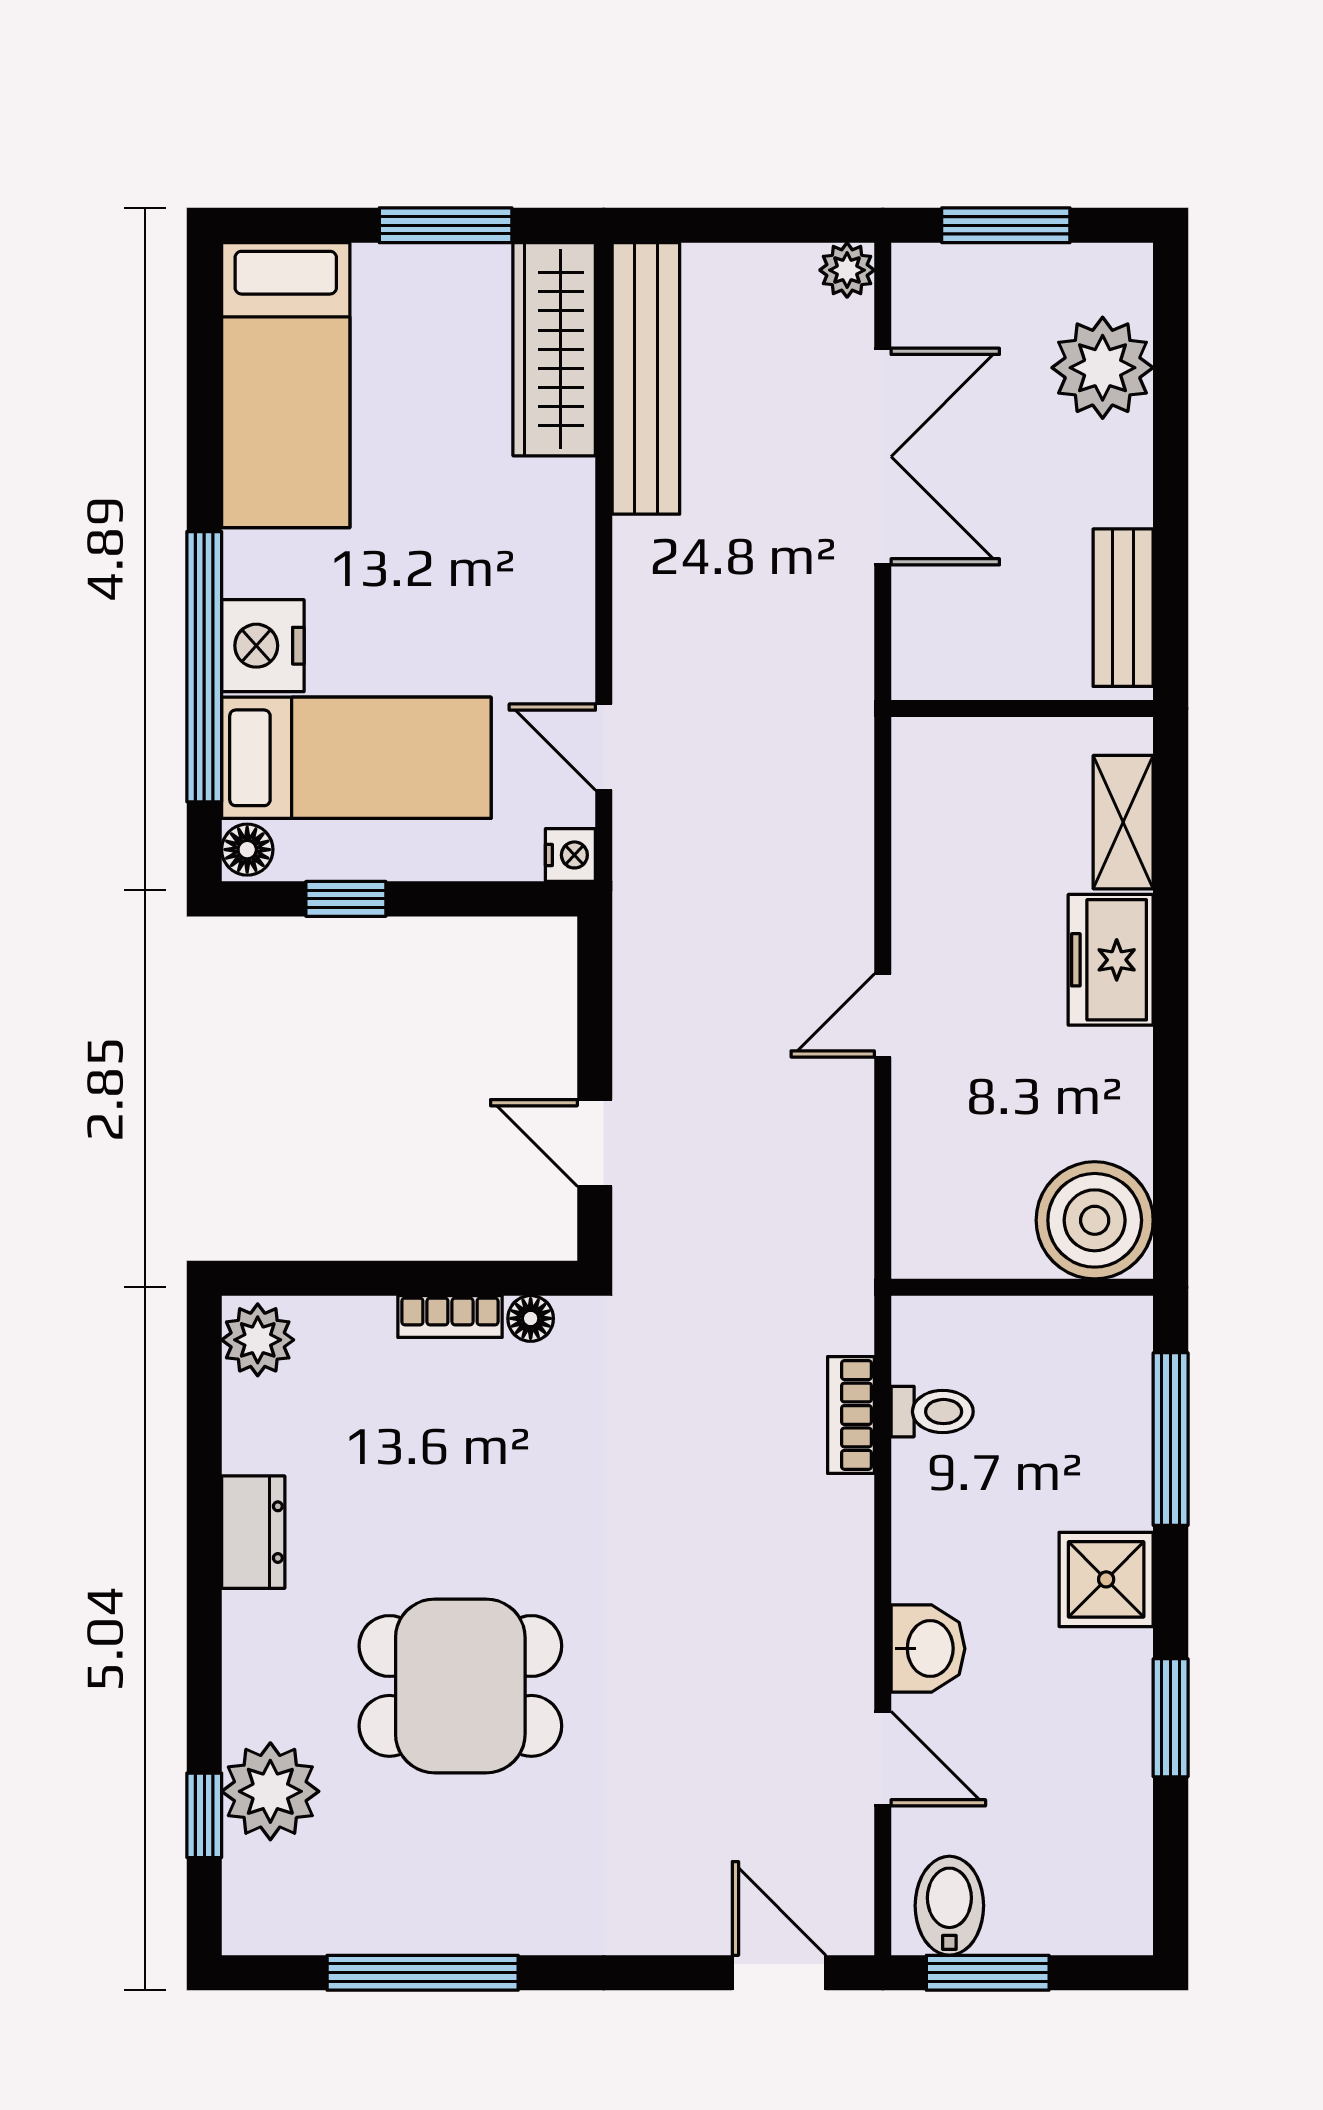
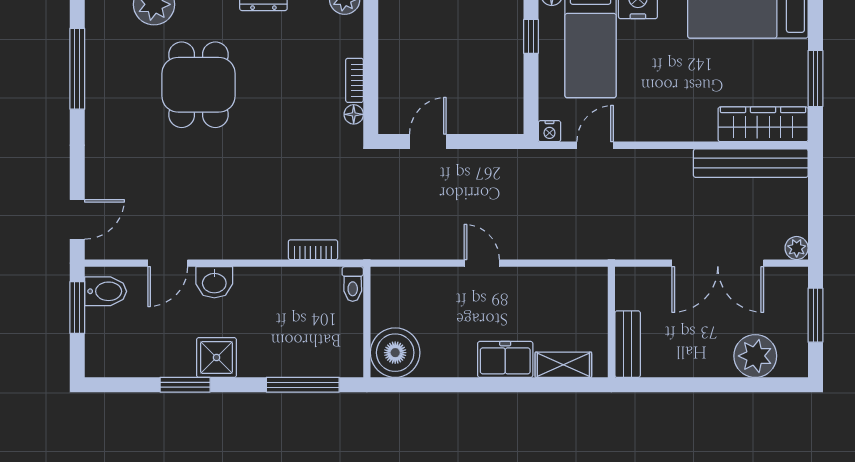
bench: (1123, 608) -> (628, 344), moved, turned 90
toilet: (932, 1412) -> (353, 284), moved
shower: (1106, 1579) -> (217, 357), moved

